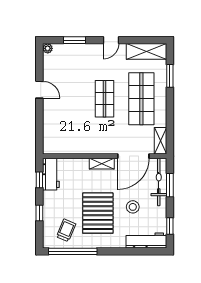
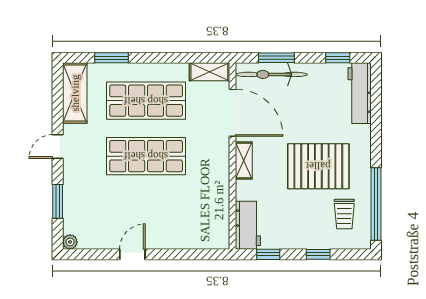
door: (111, 40) -> (58, 146), swing flipped
shop shelf: (105, 99) -> (146, 156), width x1.43, depth x1.36
workbench: (51, 174) -> (248, 225), moved, turned 90
stool: (133, 207) -> (309, 114), removed
trolley: (66, 230) -> (344, 214), turned -113

